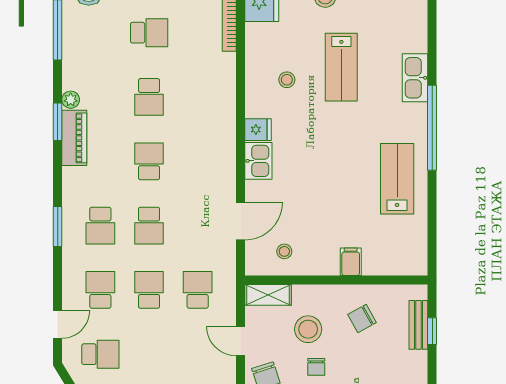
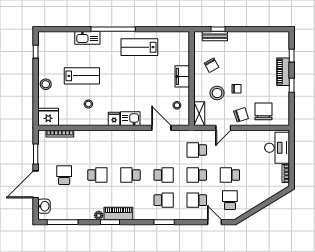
filing cabinet: (351, 262) -> (182, 76), width x2.00
school desk: (149, 354) -> (230, 175), added

